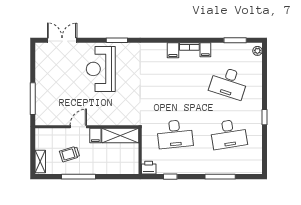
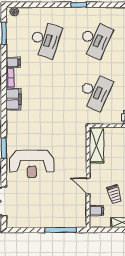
filing cabinet: (173, 50) -> (14, 99), width x2.00
desk: (175, 134) -> (95, 92), turned 30
desk: (229, 134) -> (95, 40), turned 33
filing cabinet: (95, 135) -> (96, 211), moved

